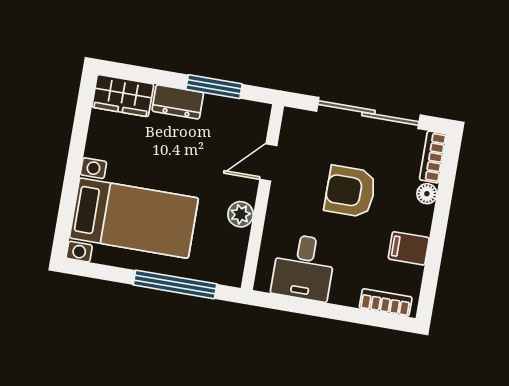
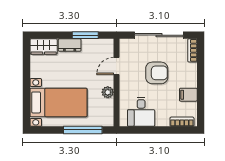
armchair: (350, 191) -> (157, 73), turned 180
floor lamp: (427, 194) -> (192, 68), removed

